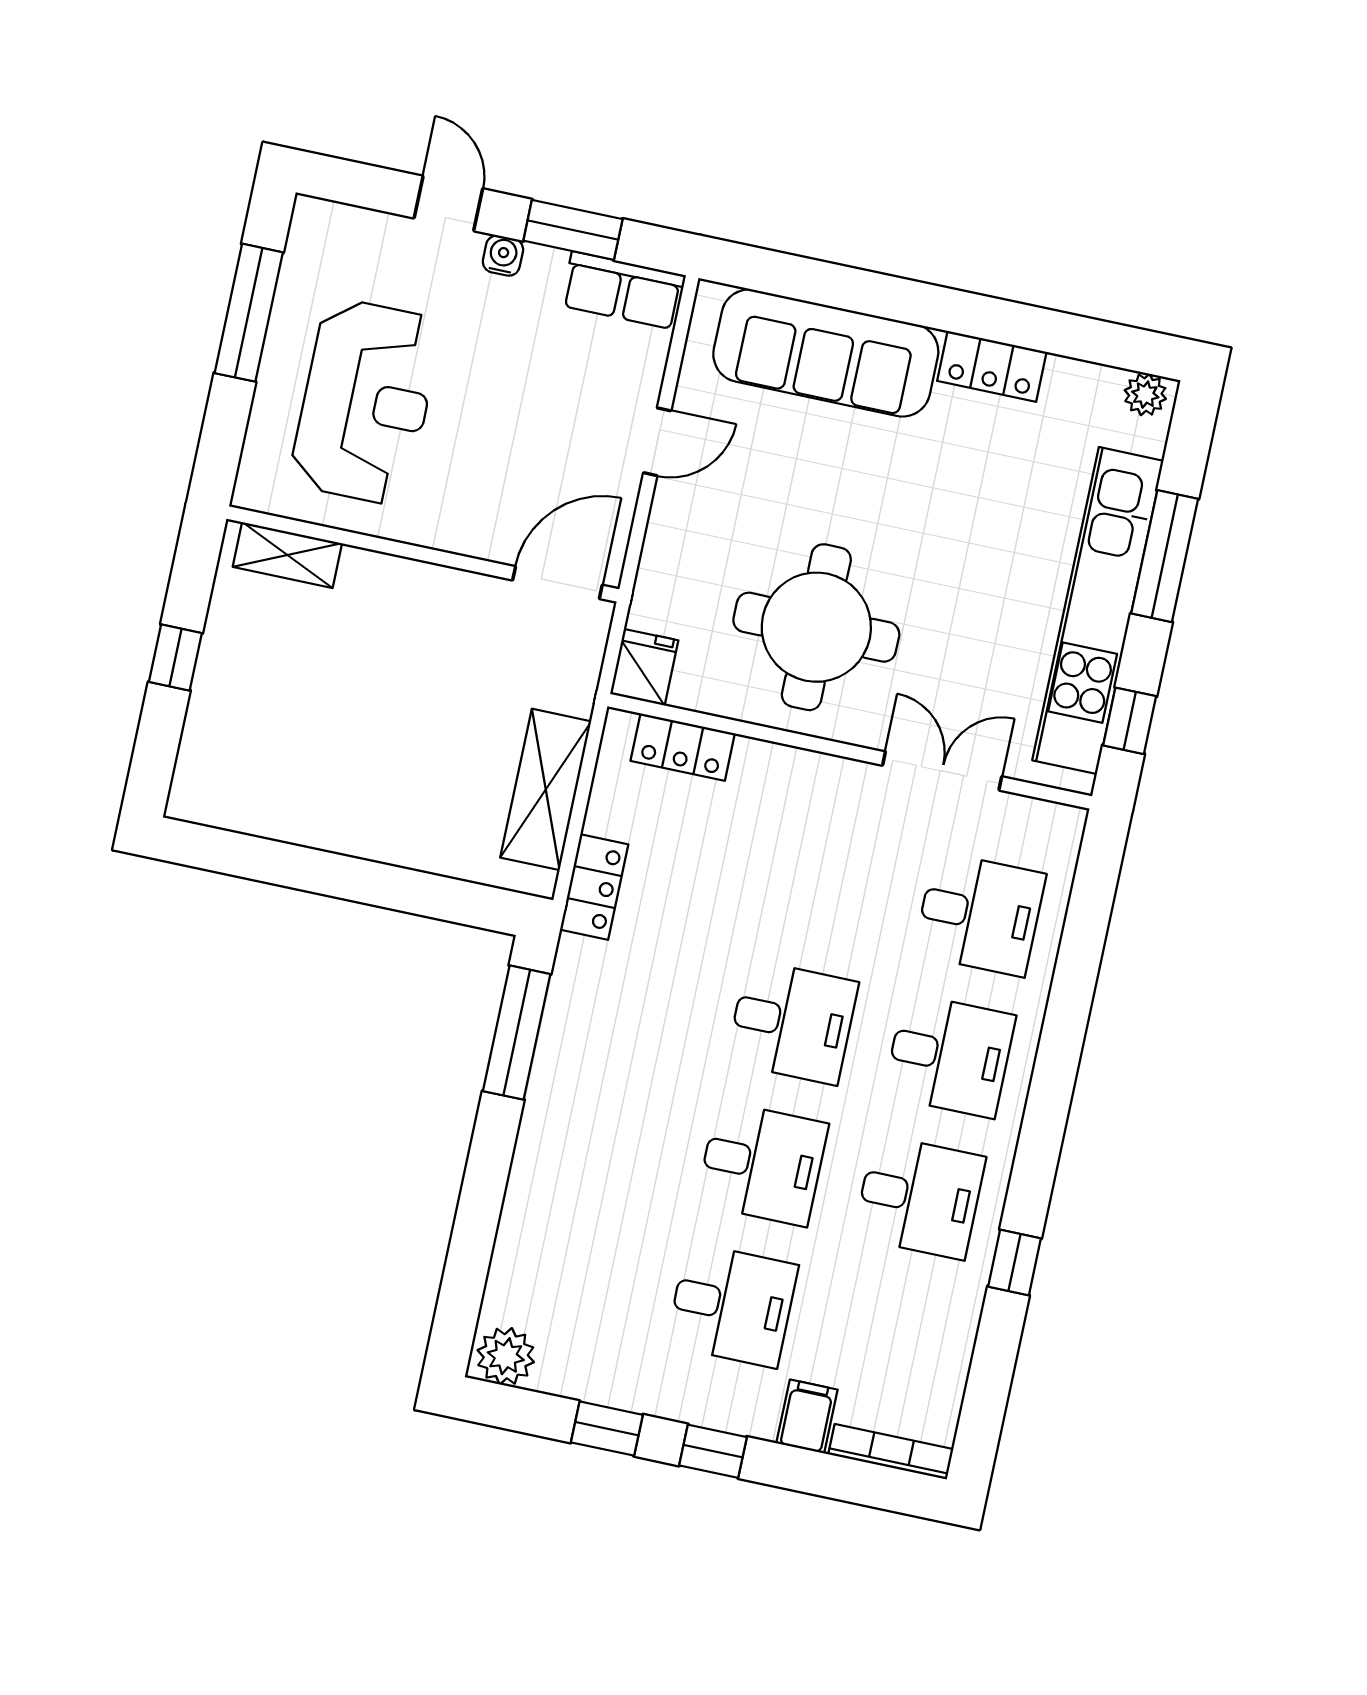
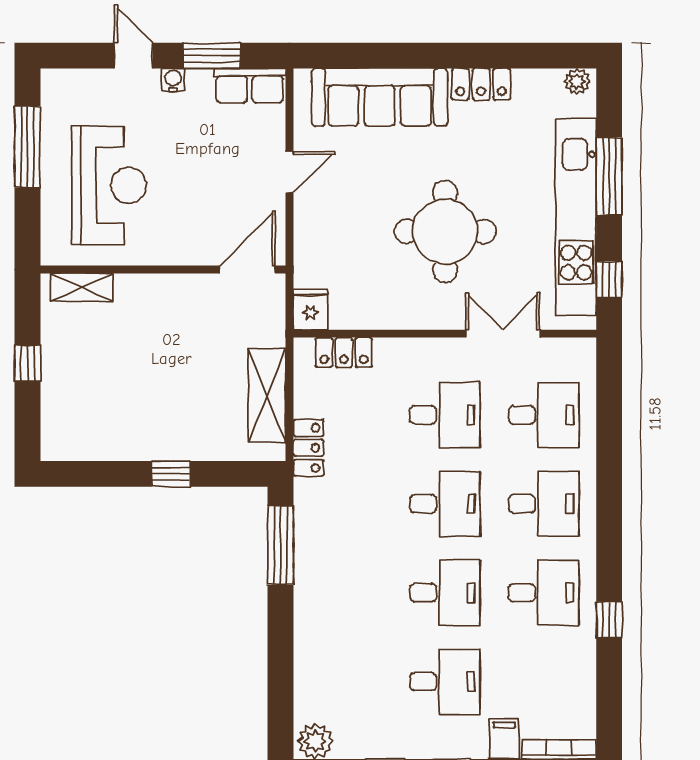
round table: (816, 627) -> (445, 232), moved
desk: (822, 881) -> (445, 415), added
window: (366, 882) -> (171, 474), added

